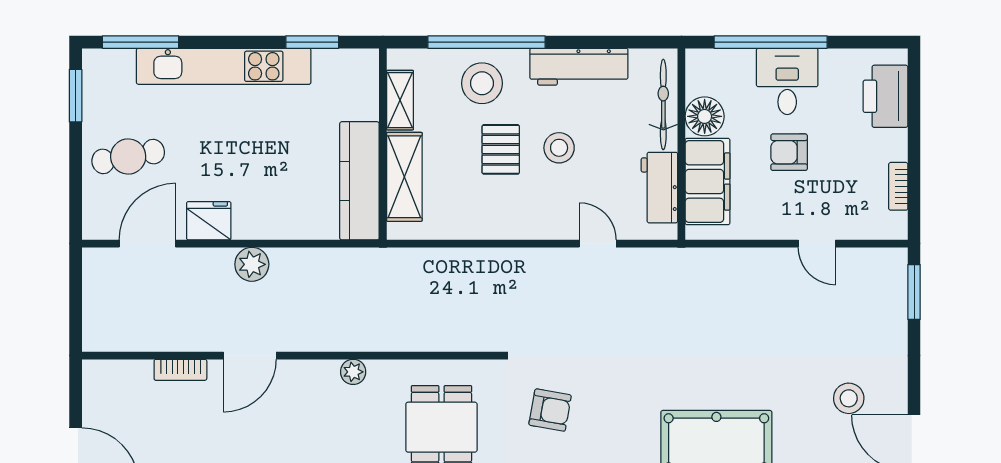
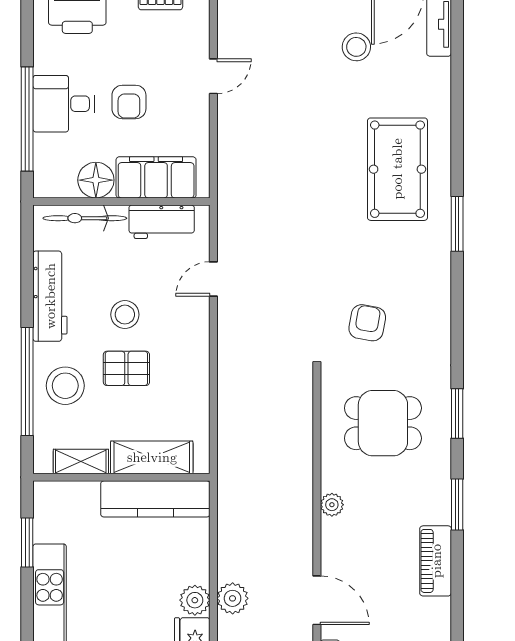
plant: (250, 223) -> (195, 600), added

